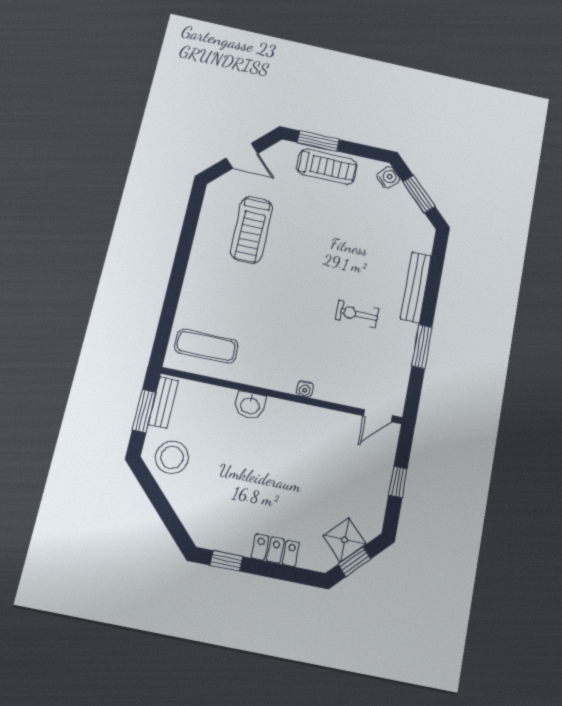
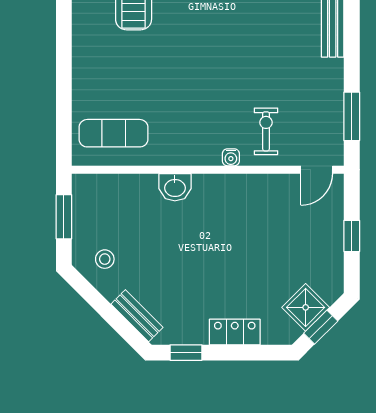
exercise bike: (357, 314) -> (266, 131), moved, turned 90
window: (422, 347) -> (352, 116), moved
bench: (163, 402) -> (137, 316), moved, turned -45
stool: (172, 457) -> (105, 259), width x0.53, depth x0.53

